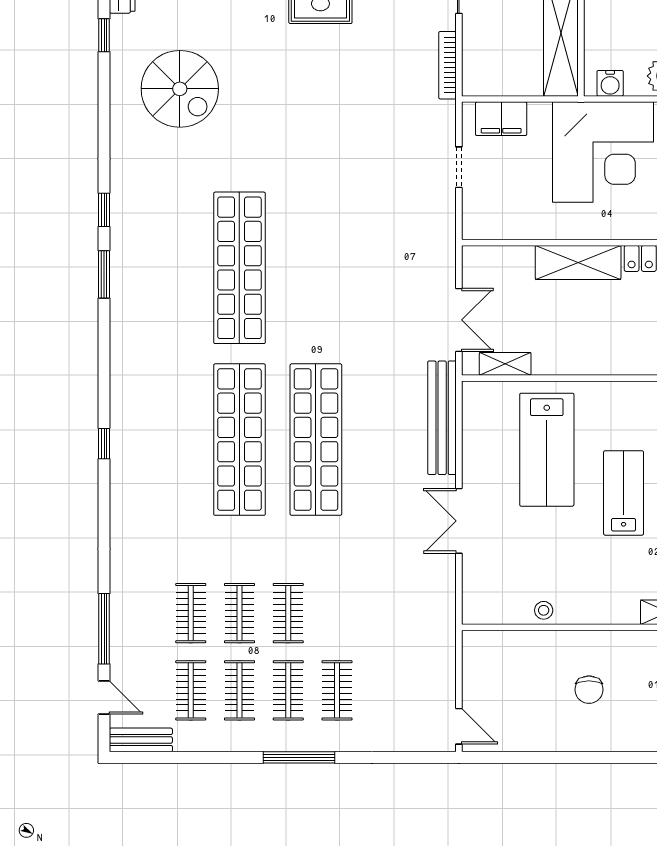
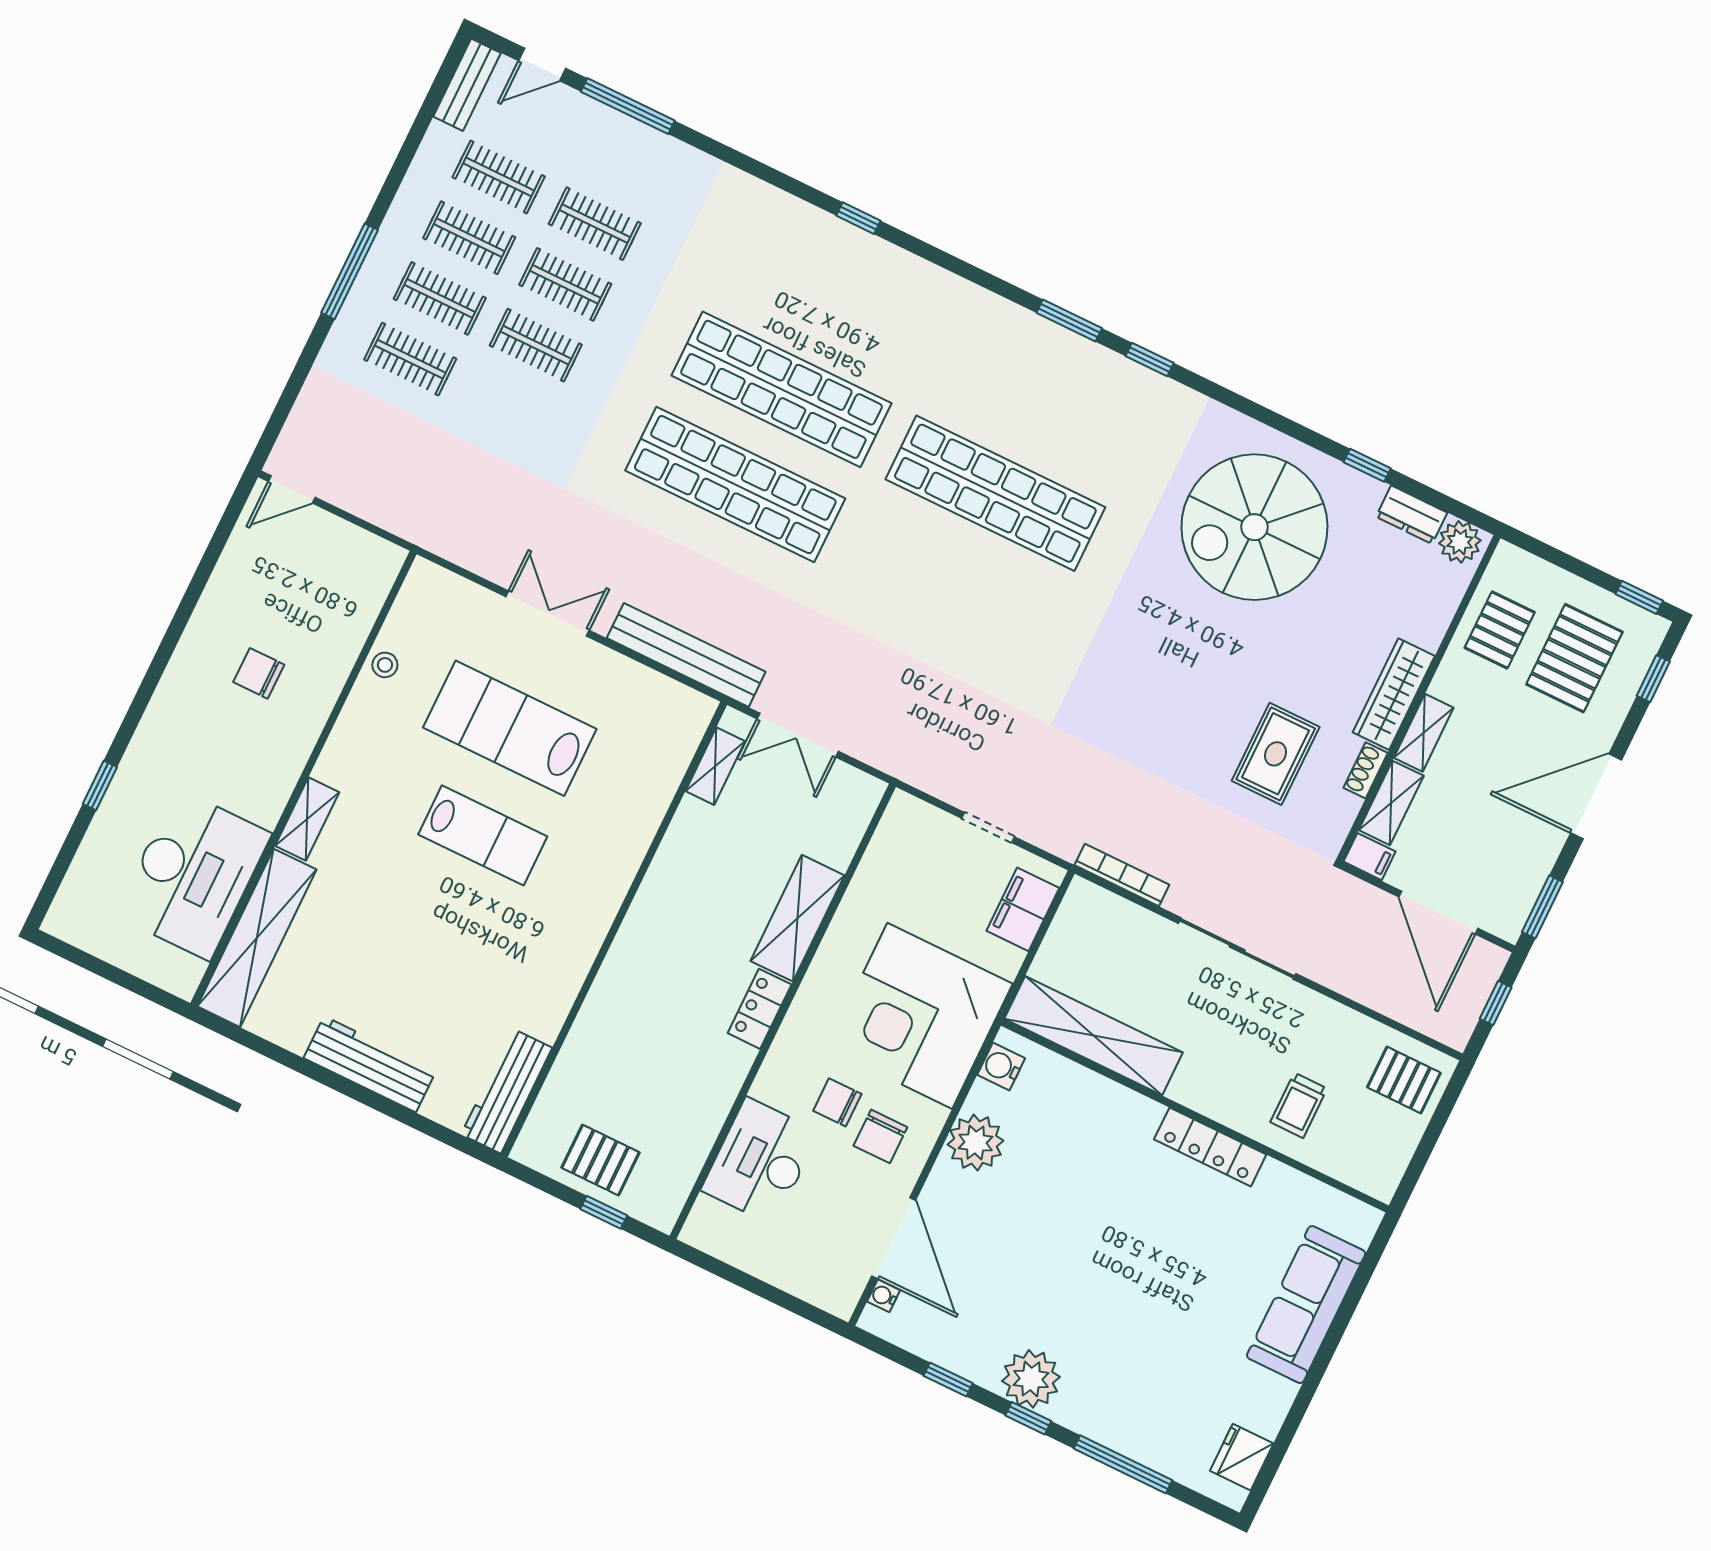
spiral stairs: (180, 89) -> (1254, 527), width x1.37, depth x1.37
lab bench: (547, 450) -> (510, 728), moved

